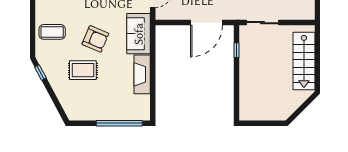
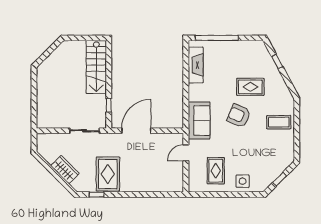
stairs: (304, 61) -> (96, 67), moved, turned 180
window: (40, 72) -> (277, 61), moved
fireplace: (142, 74) -> (196, 65), moved

